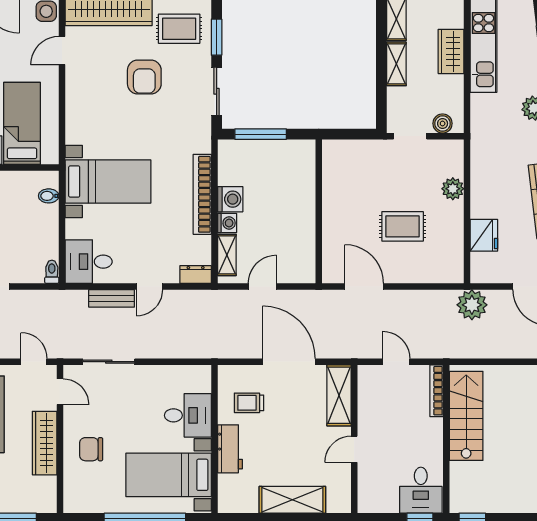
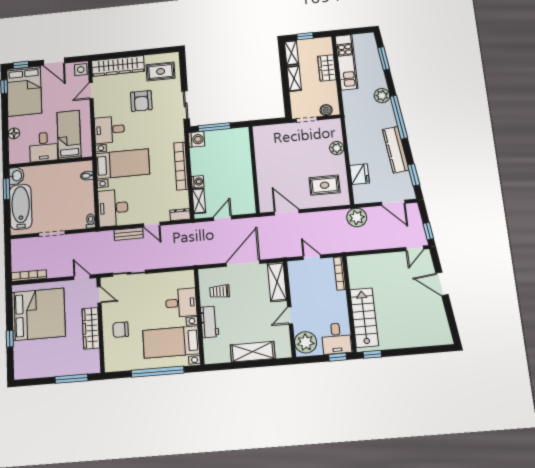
window: (217, 37) -> (183, 74), removed
desk: (89, 121) -> (109, 130), added
washing machine: (230, 199) -> (196, 139), moved
rug: (403, 226) -> (325, 185), moved
desk: (89, 262) -> (113, 208), width x1.37
door: (149, 287) -> (152, 225), hinge flipped
door: (289, 362) -> (243, 263), hinge flipped
stairs: (466, 416) -> (364, 318), moved
plant: (374, 492) -> (306, 342), added

